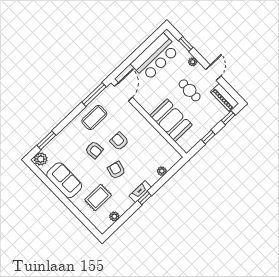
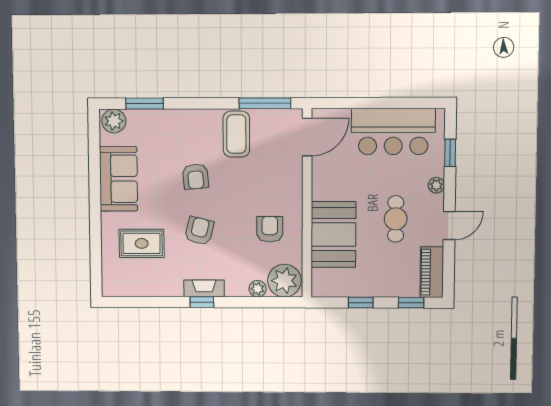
coffee table: (94, 117) -> (236, 134), turned 90
armchair: (119, 141) -> (270, 229), moved
plant: (114, 216) -> (284, 281), moved, width x1.87, depth x1.87

